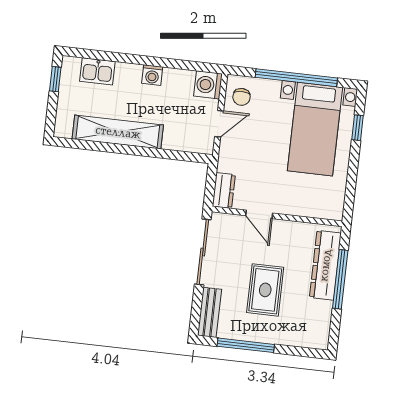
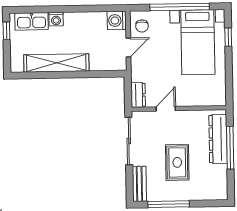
kitchen sink: (97, 71) -> (31, 21), width x1.38
washing machine: (152, 75) -> (56, 19), moved
door: (259, 214) -> (166, 109), swing flipped

